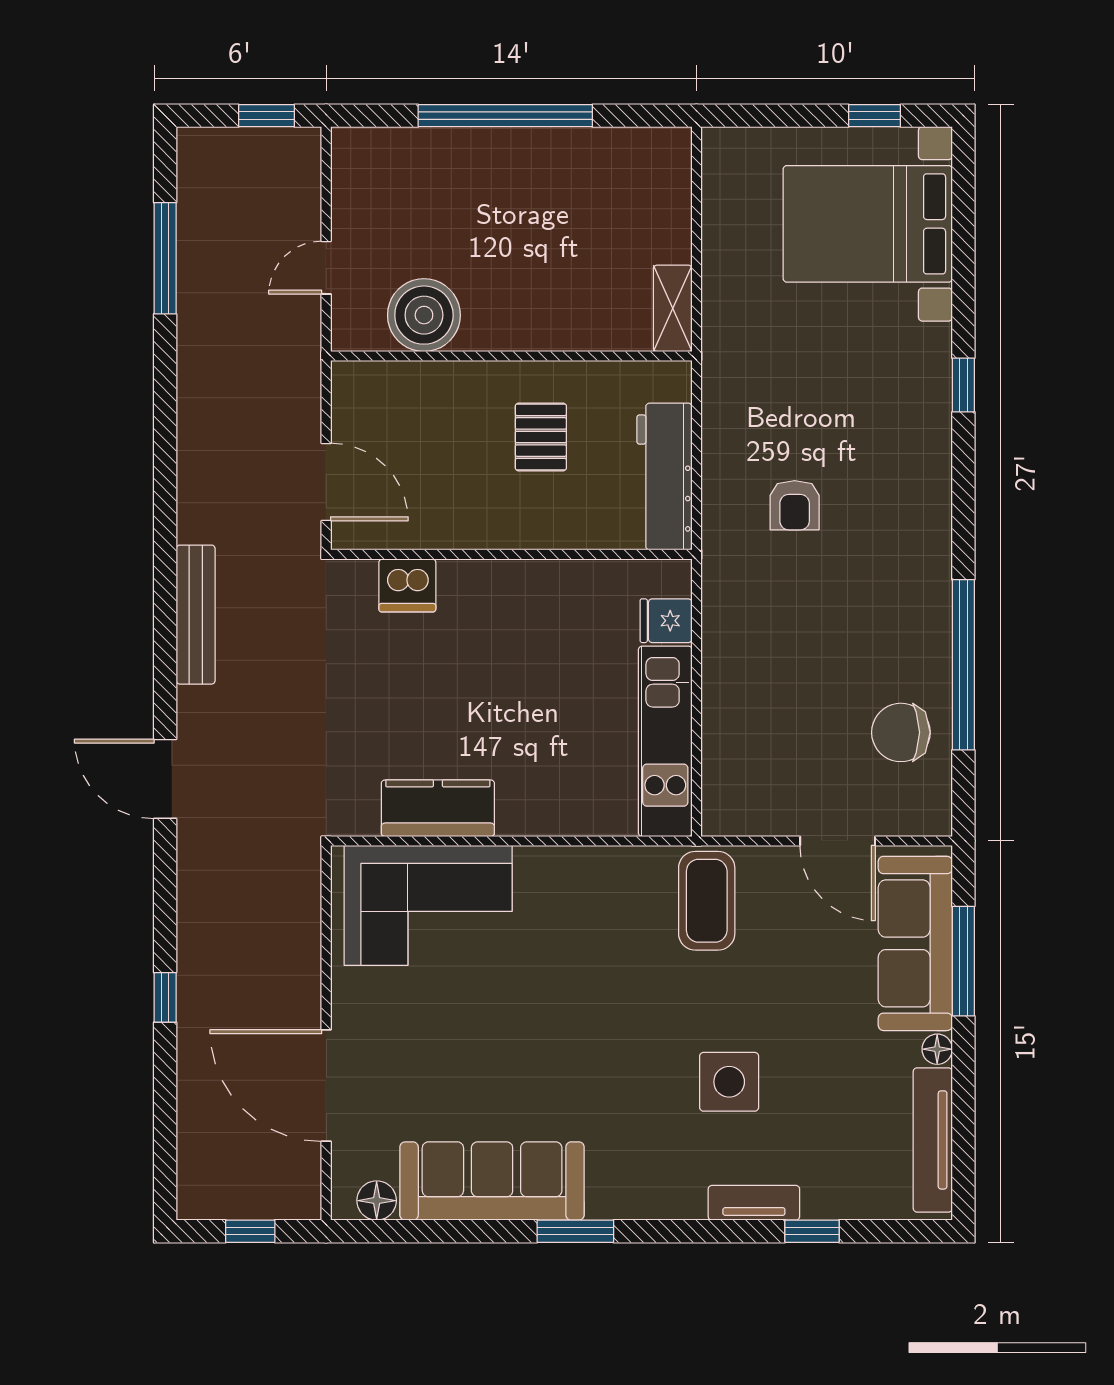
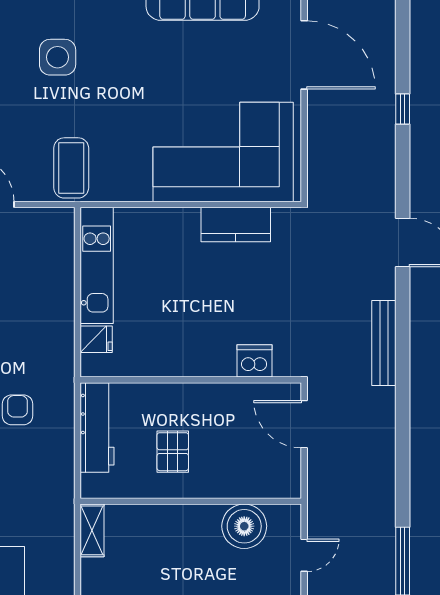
corner sofa: (428, 905) -> (223, 152), width x1.36, depth x1.36

